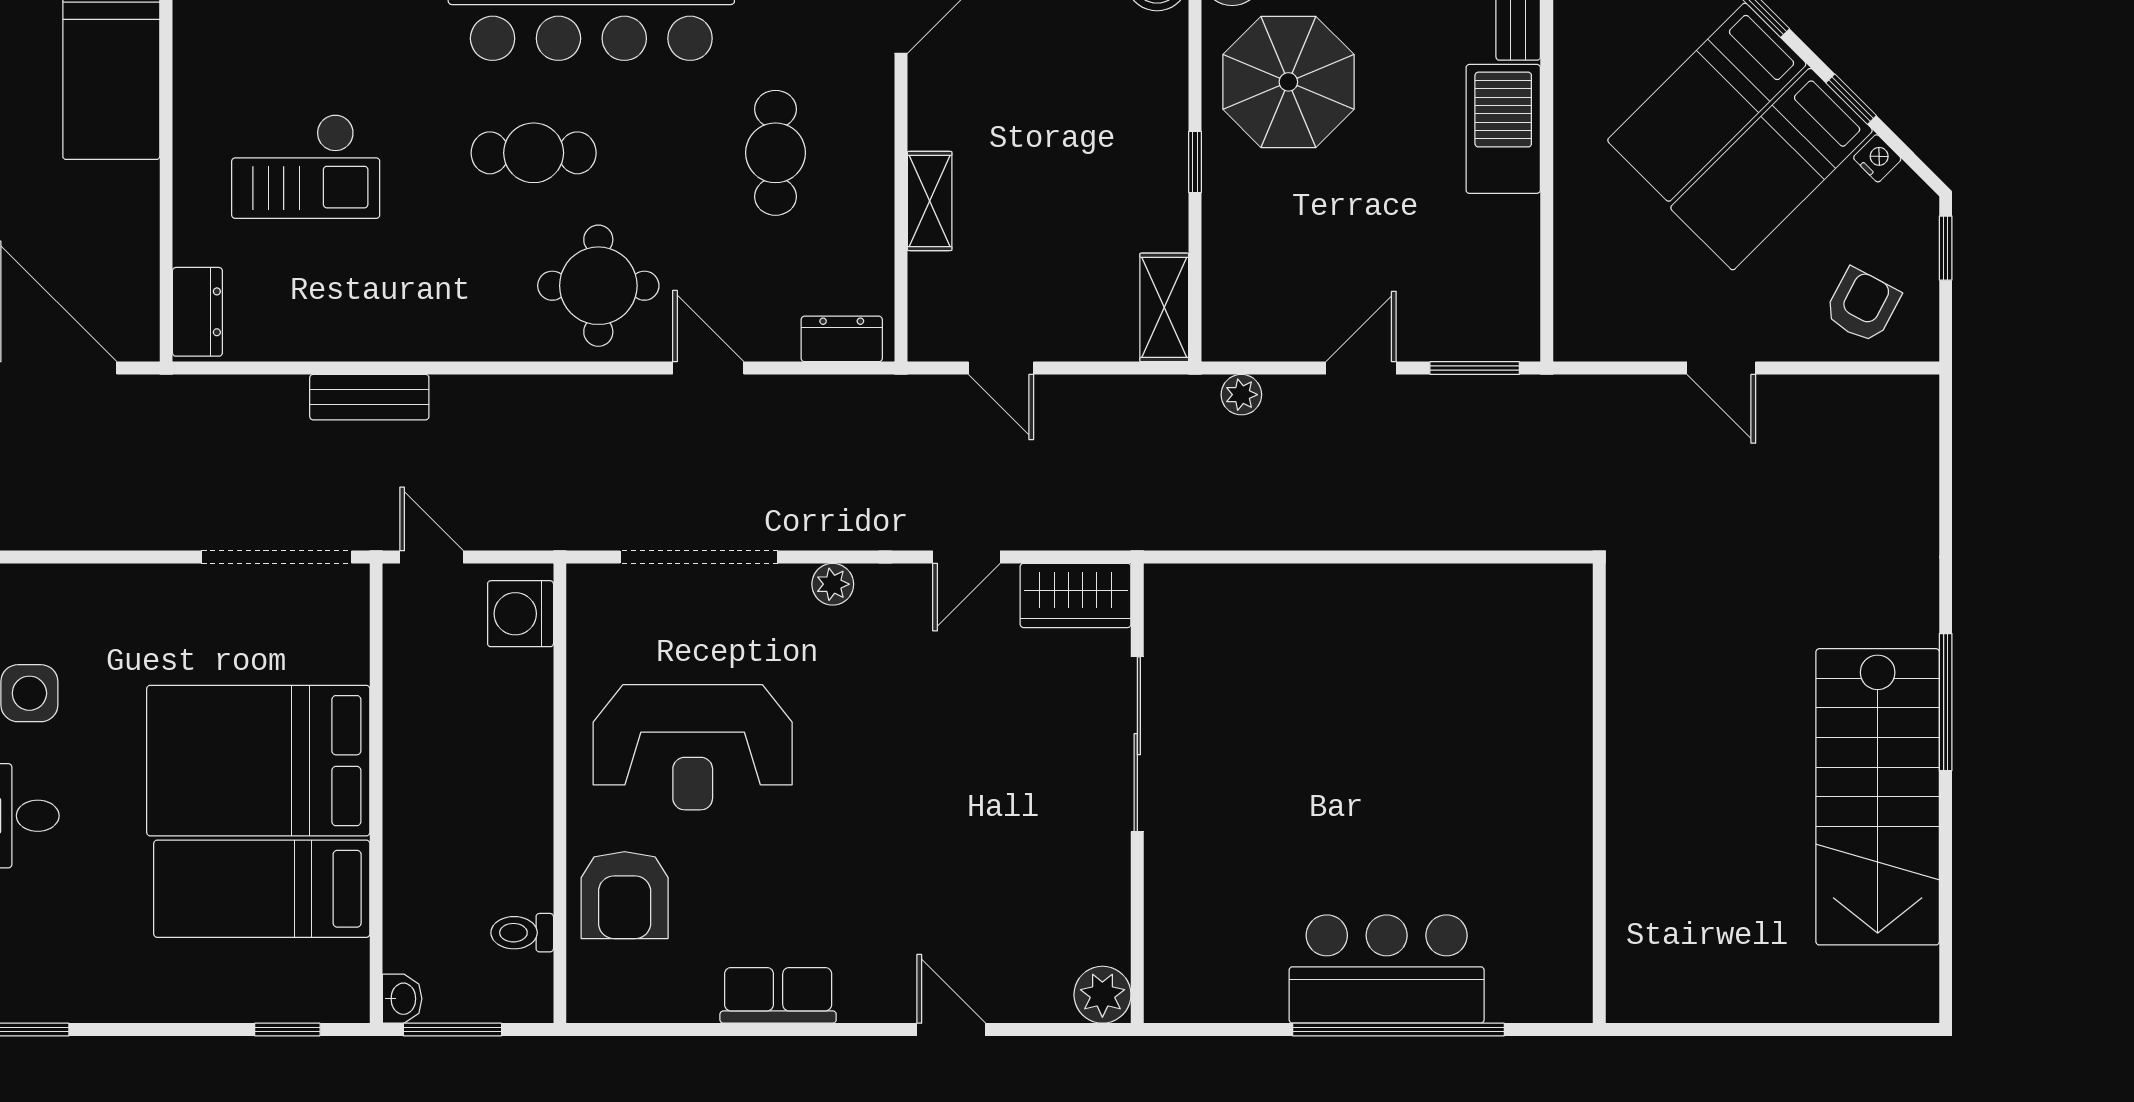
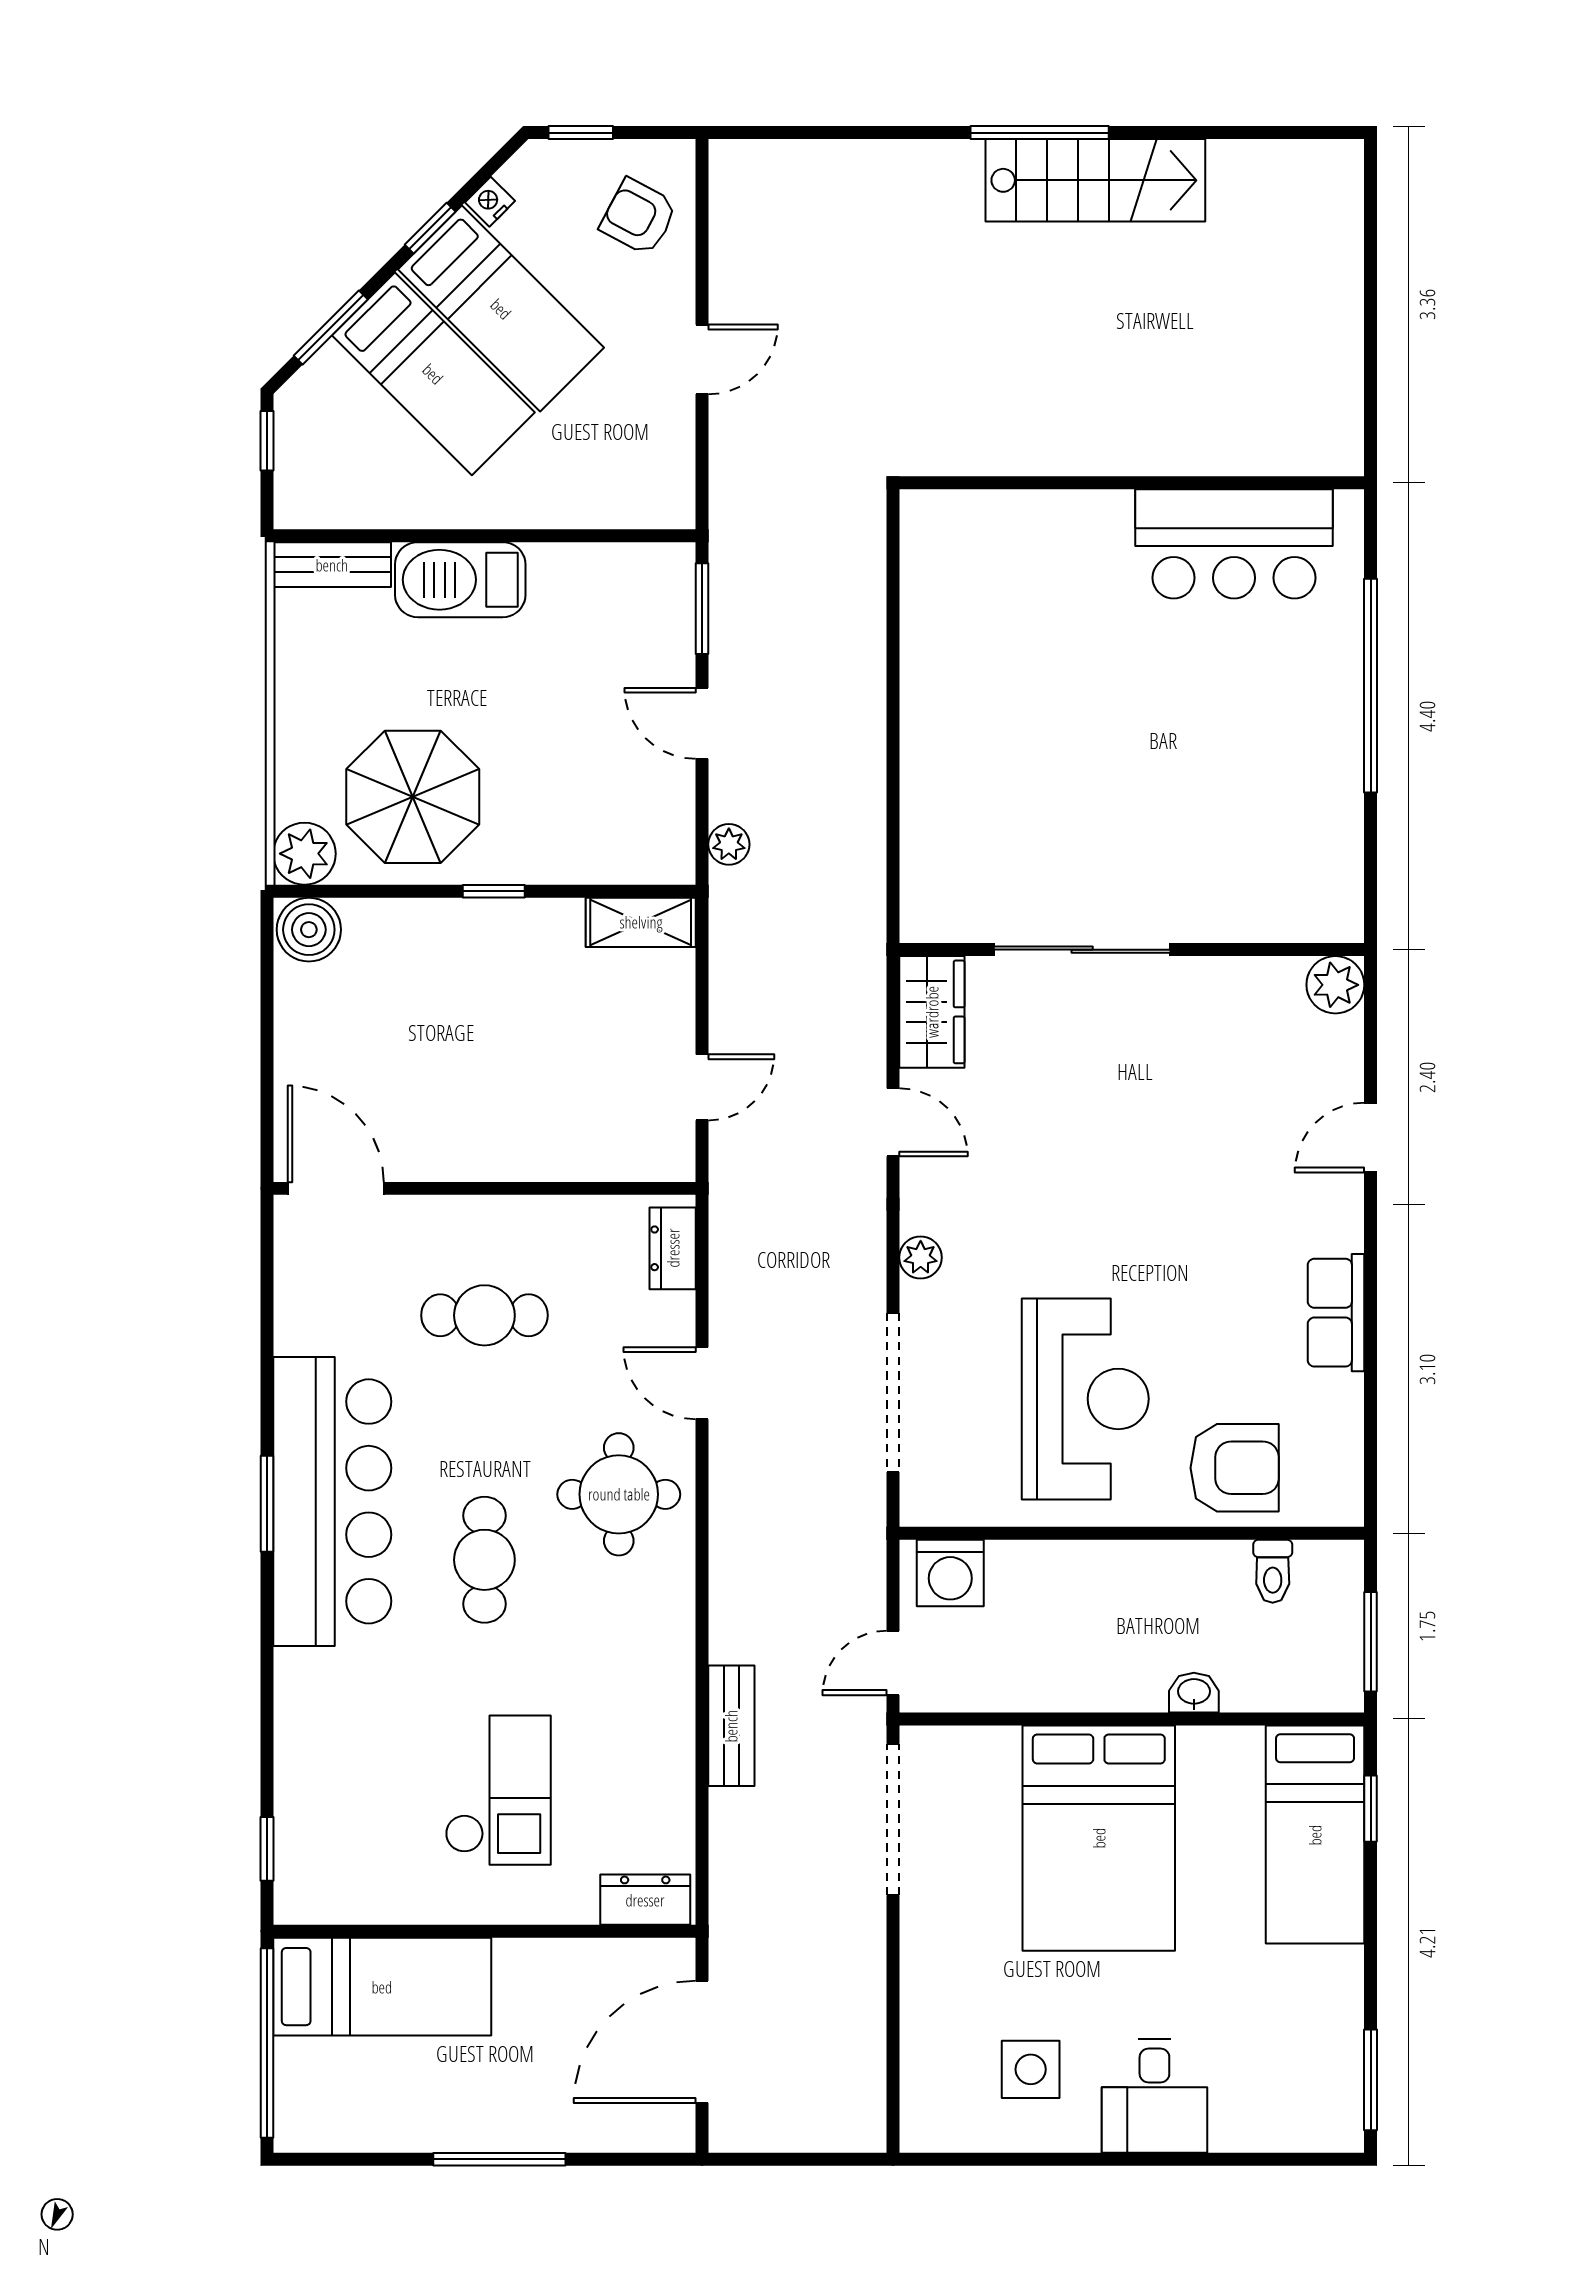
shelving: (930, 201) -> (533, 1159), removed
door: (708, 368) -> (702, 1383), hinge flipped
stairs: (1878, 797) -> (1095, 180), width x0.73, depth x0.66
bed: (262, 889) -> (1315, 1835), moved
bar counter: (1387, 969) -> (1234, 544), moved, turned -90
washbasin: (402, 999) -> (1194, 1693), moved

